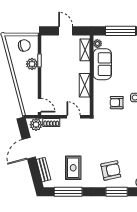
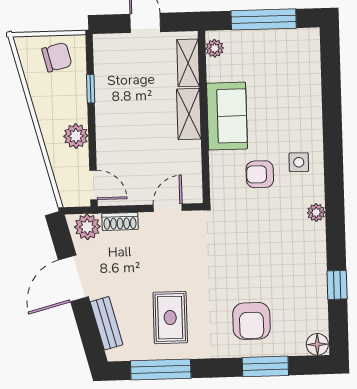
plant: (32, 64) -> (76, 136), moved
sofa: (102, 64) -> (227, 116), moved
shelving: (85, 85) -> (189, 114), moved
door: (74, 117) -> (168, 208), hinge flipped
armchair: (111, 170) -> (251, 321), turned 102

